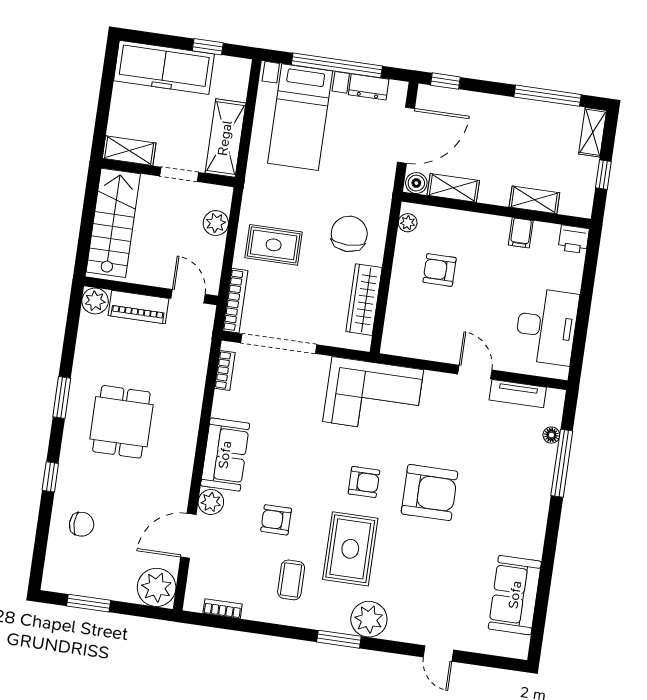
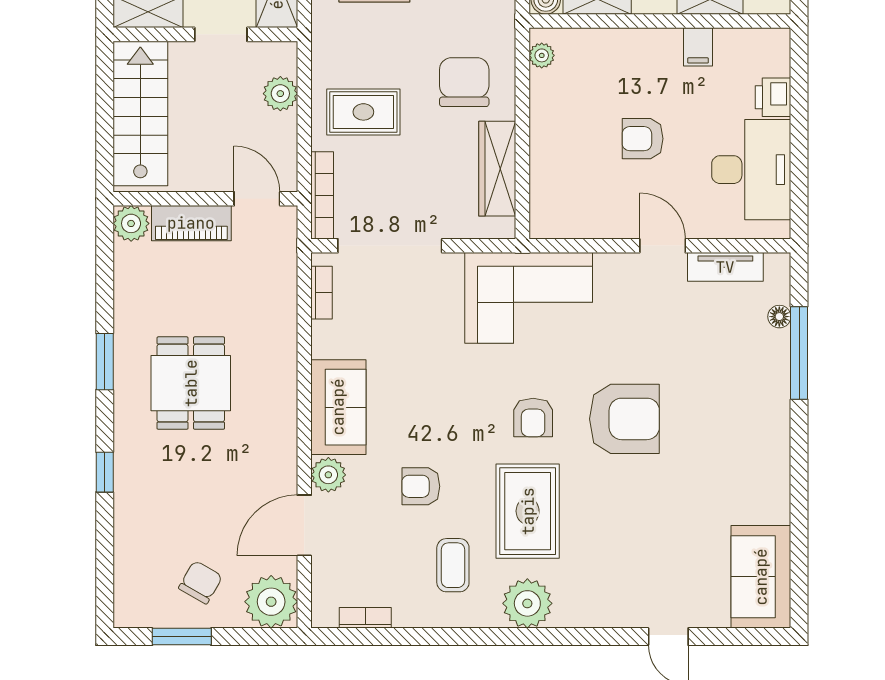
printer: (574, 239) -> (773, 97), moved, turned 90
armchair: (440, 270) -> (643, 139), moved
armchair: (364, 482) -> (533, 417), turned 90
chair: (82, 524) -> (200, 582), moved, turned -60
sofa: (515, 595) -> (761, 577), moved
plant: (369, 619) -> (527, 603), moved
window: (339, 639) -> (530, 637), removed

